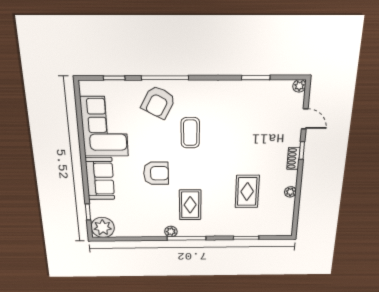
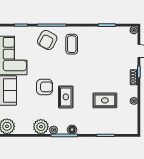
coffee table: (190, 133) -> (72, 44), moved
rug: (247, 191) -> (105, 100), turned 90
rug: (190, 205) -> (66, 97), moved
plant: (153, 227) -> (41, 127), added
floor lamp: (198, 231) -> (72, 130), added

